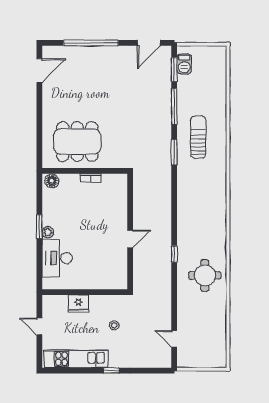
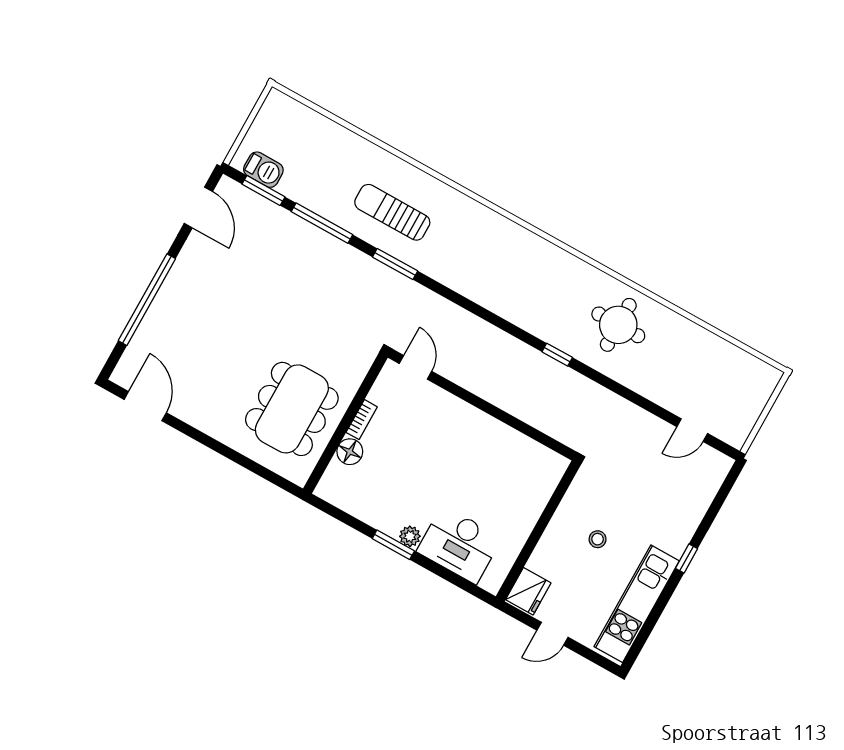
floor lamp: (52, 181) -> (350, 452), moved
door: (130, 239) -> (415, 367), moved
fridge: (79, 304) -> (528, 591), moved
stool: (114, 325) -> (598, 539), moved

